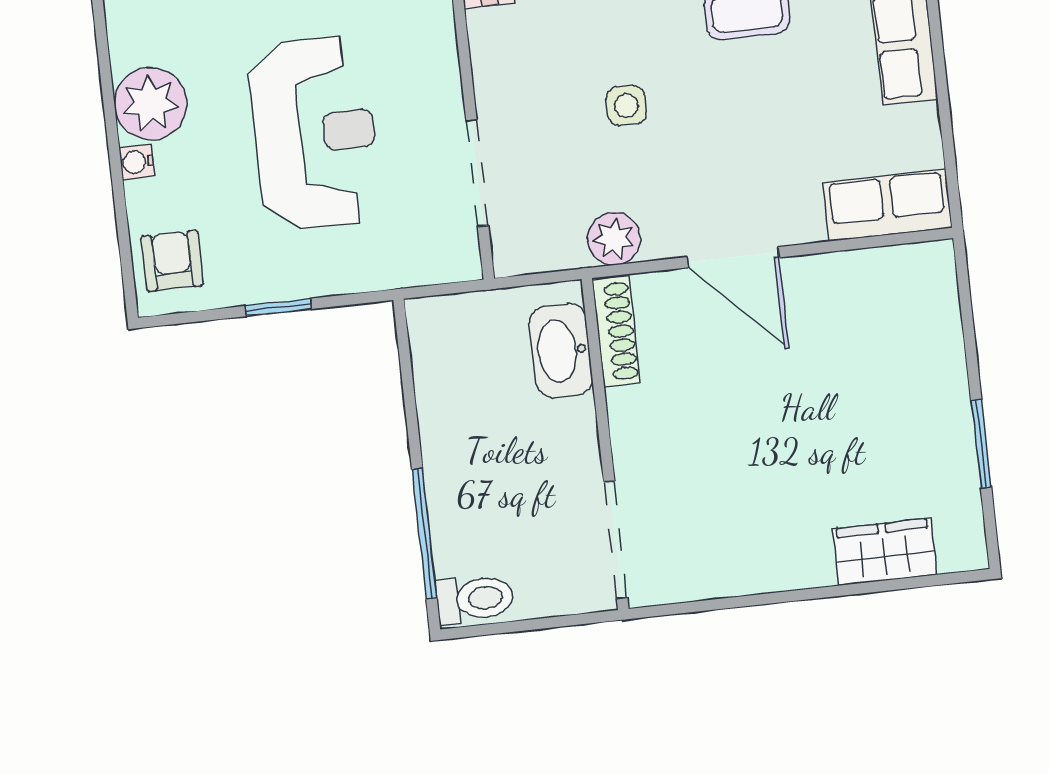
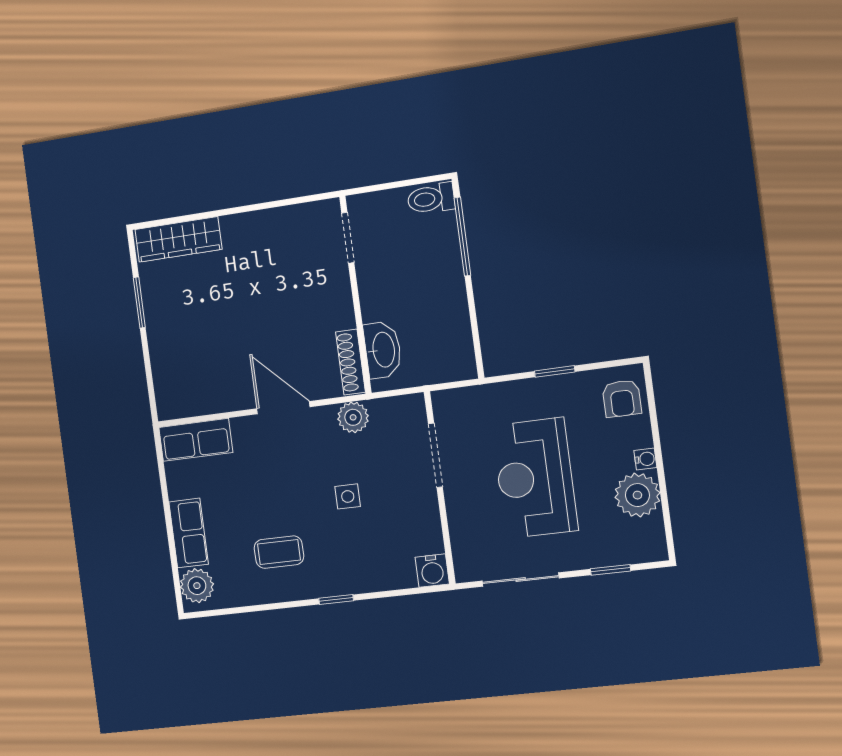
doorway: (616, 540) -> (348, 238), width x0.73
wardrobe: (884, 552) -> (178, 239), width x1.50

